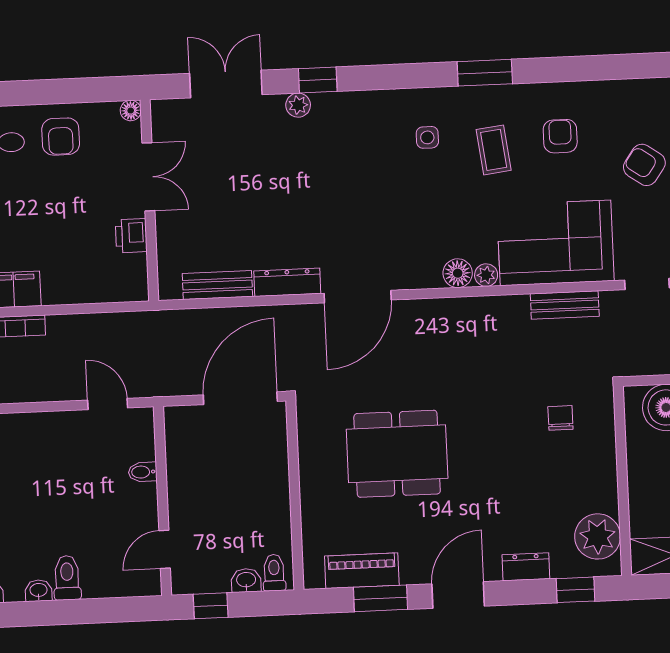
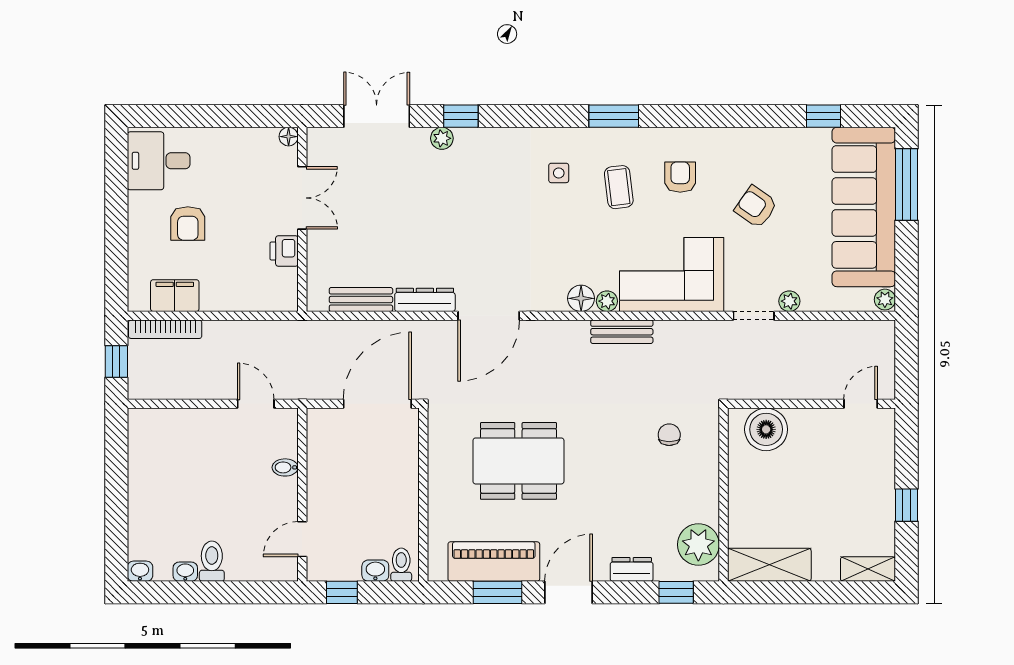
armchair: (61, 137) -> (188, 223), moved
bench: (565, 305) -> (622, 332), moved
piano: (362, 571) -> (494, 562), width x1.37, depth x1.33

